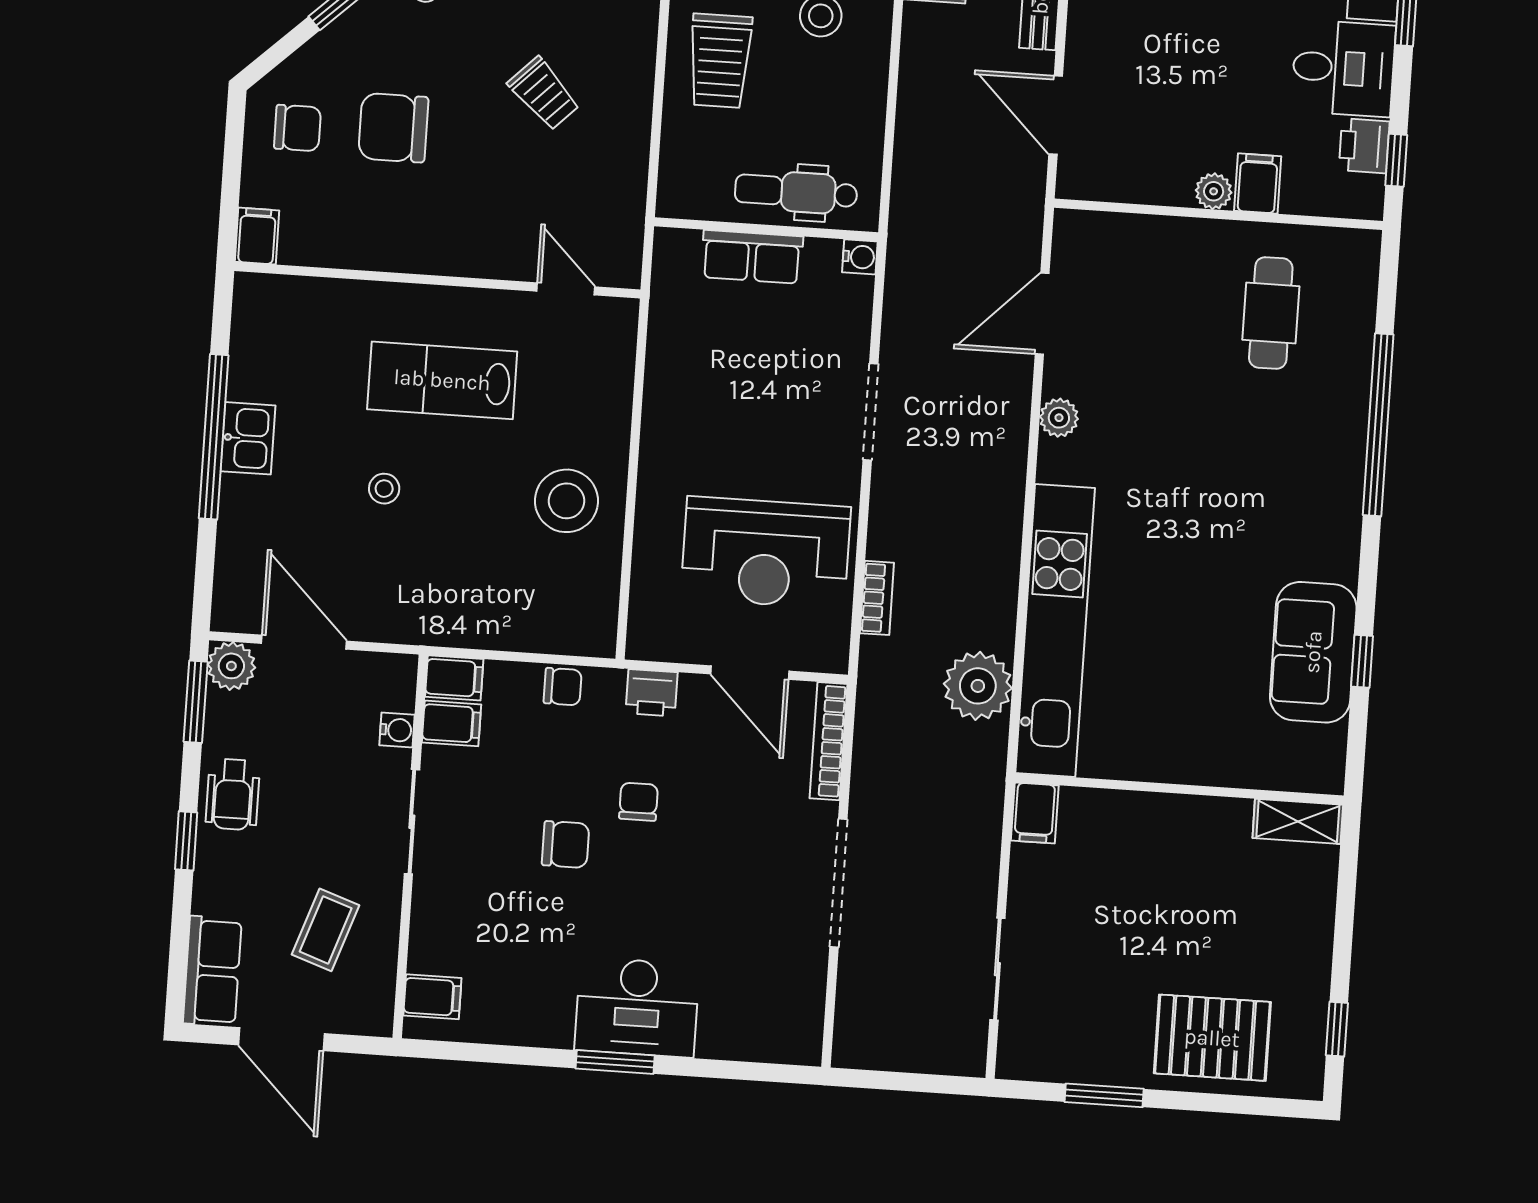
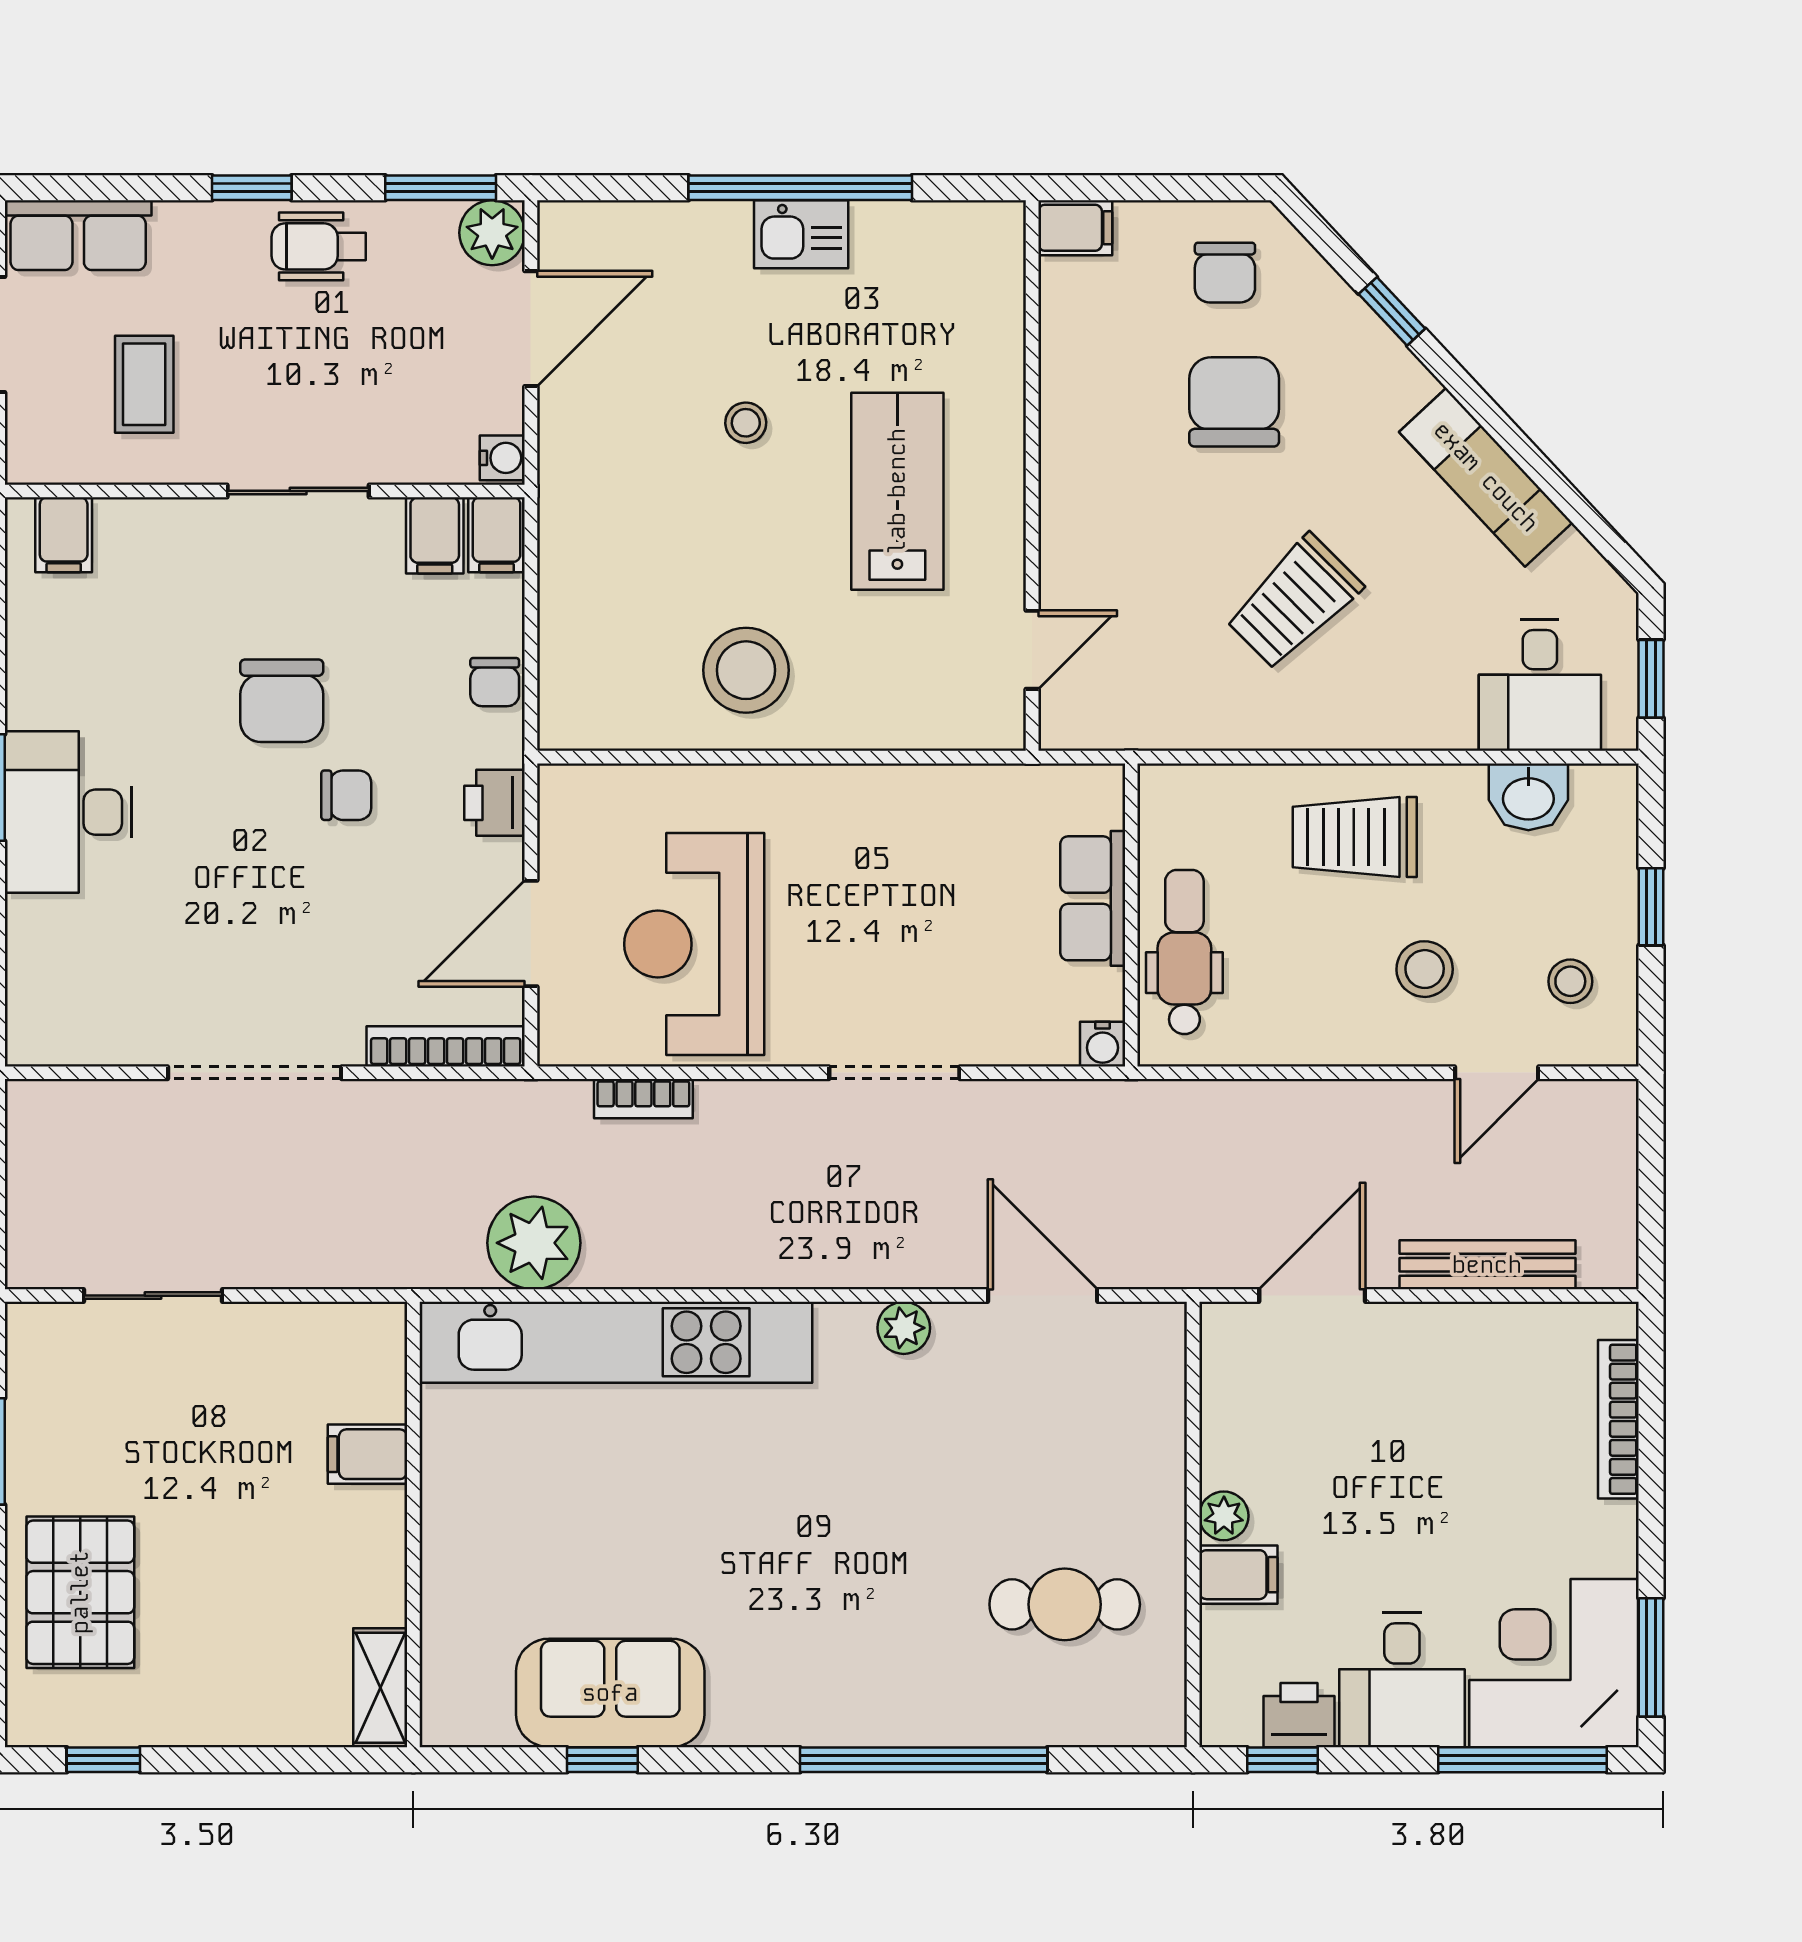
trolley: (544, 94) -> (1294, 602), width x1.36, depth x1.39
water cooler: (397, 730) -> (502, 458), moved, turned -90
filing cabinet: (1035, 813) -> (368, 1454), moved
chair: (566, 844) -> (282, 701), width x1.37, depth x1.37
coffee table: (326, 930) -> (144, 384), turned 71

